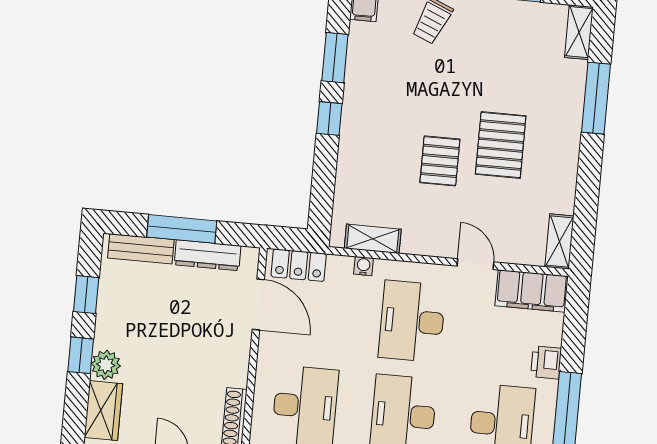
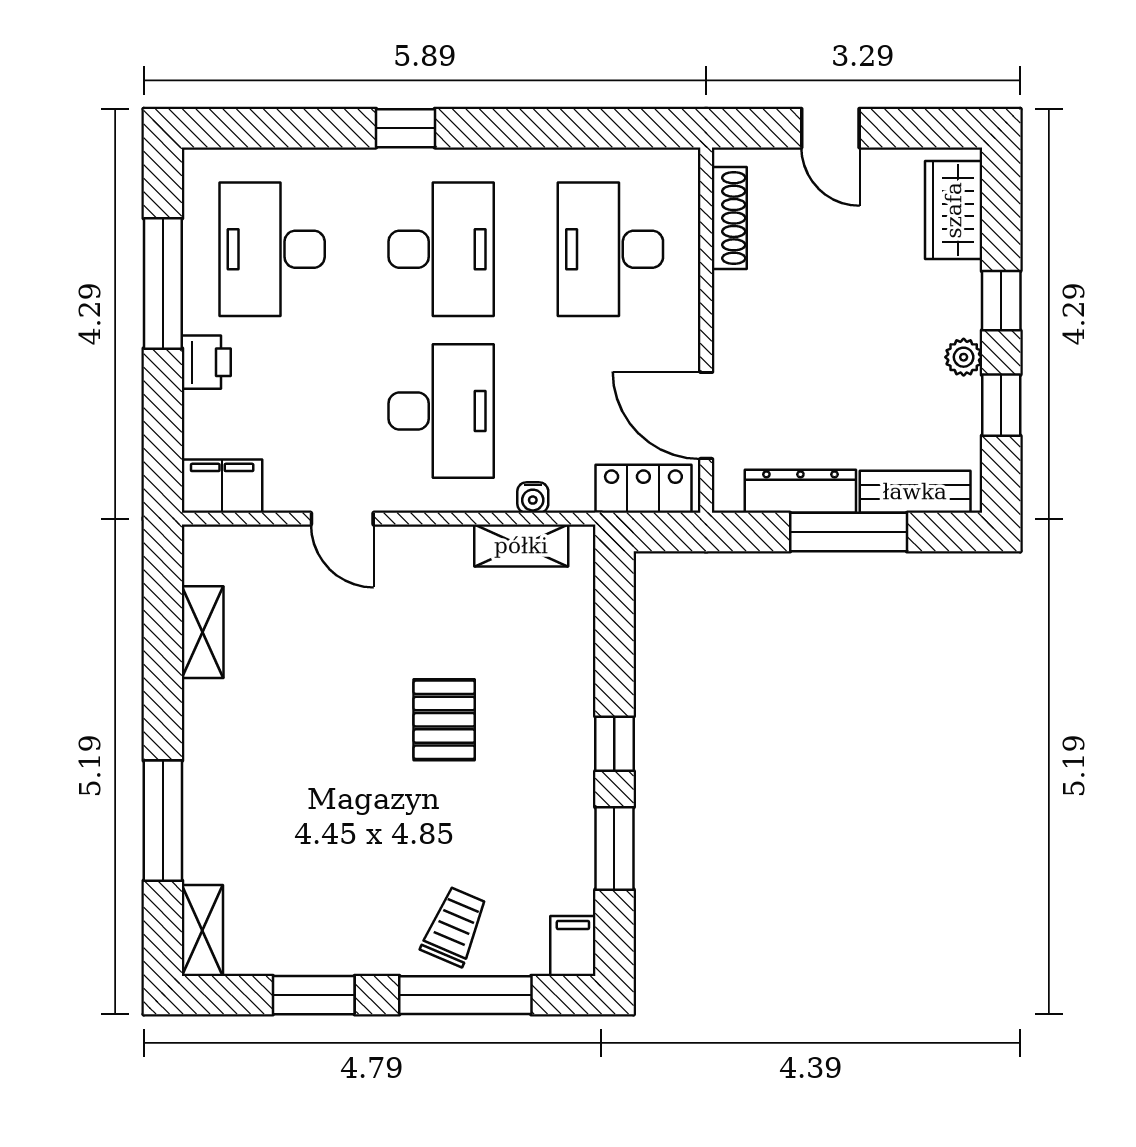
pallet: (501, 145) -> (318, 726), removed
pallet: (440, 161) -> (444, 720), moved
shelving: (559, 242) -> (203, 632), moved
filing cabinet: (532, 291) -> (222, 486), width x0.67, depth x0.86
plant: (106, 365) -> (964, 357), moved, width x0.73, depth x0.73

